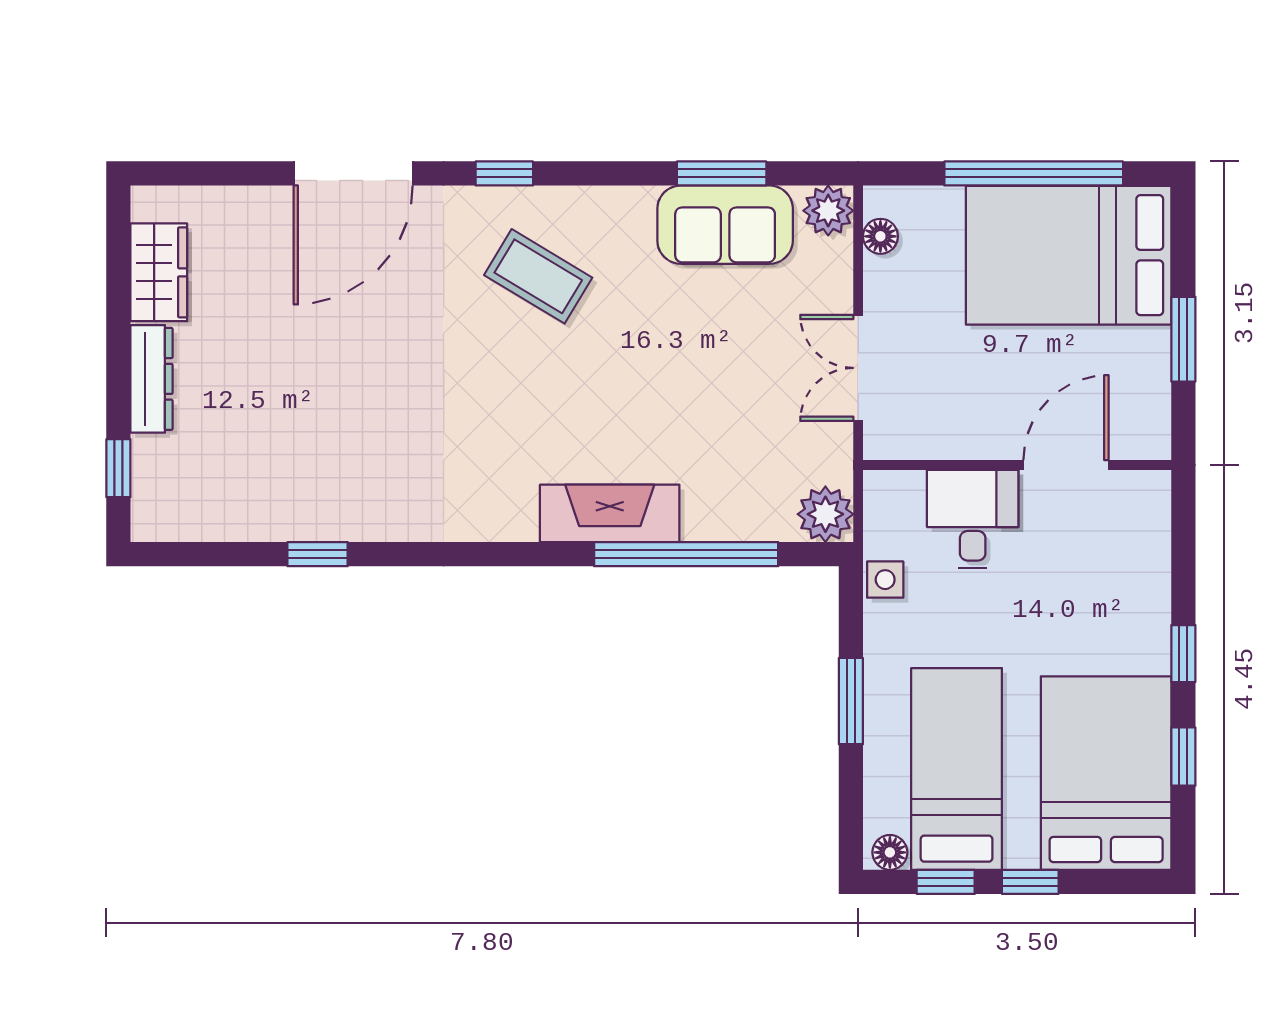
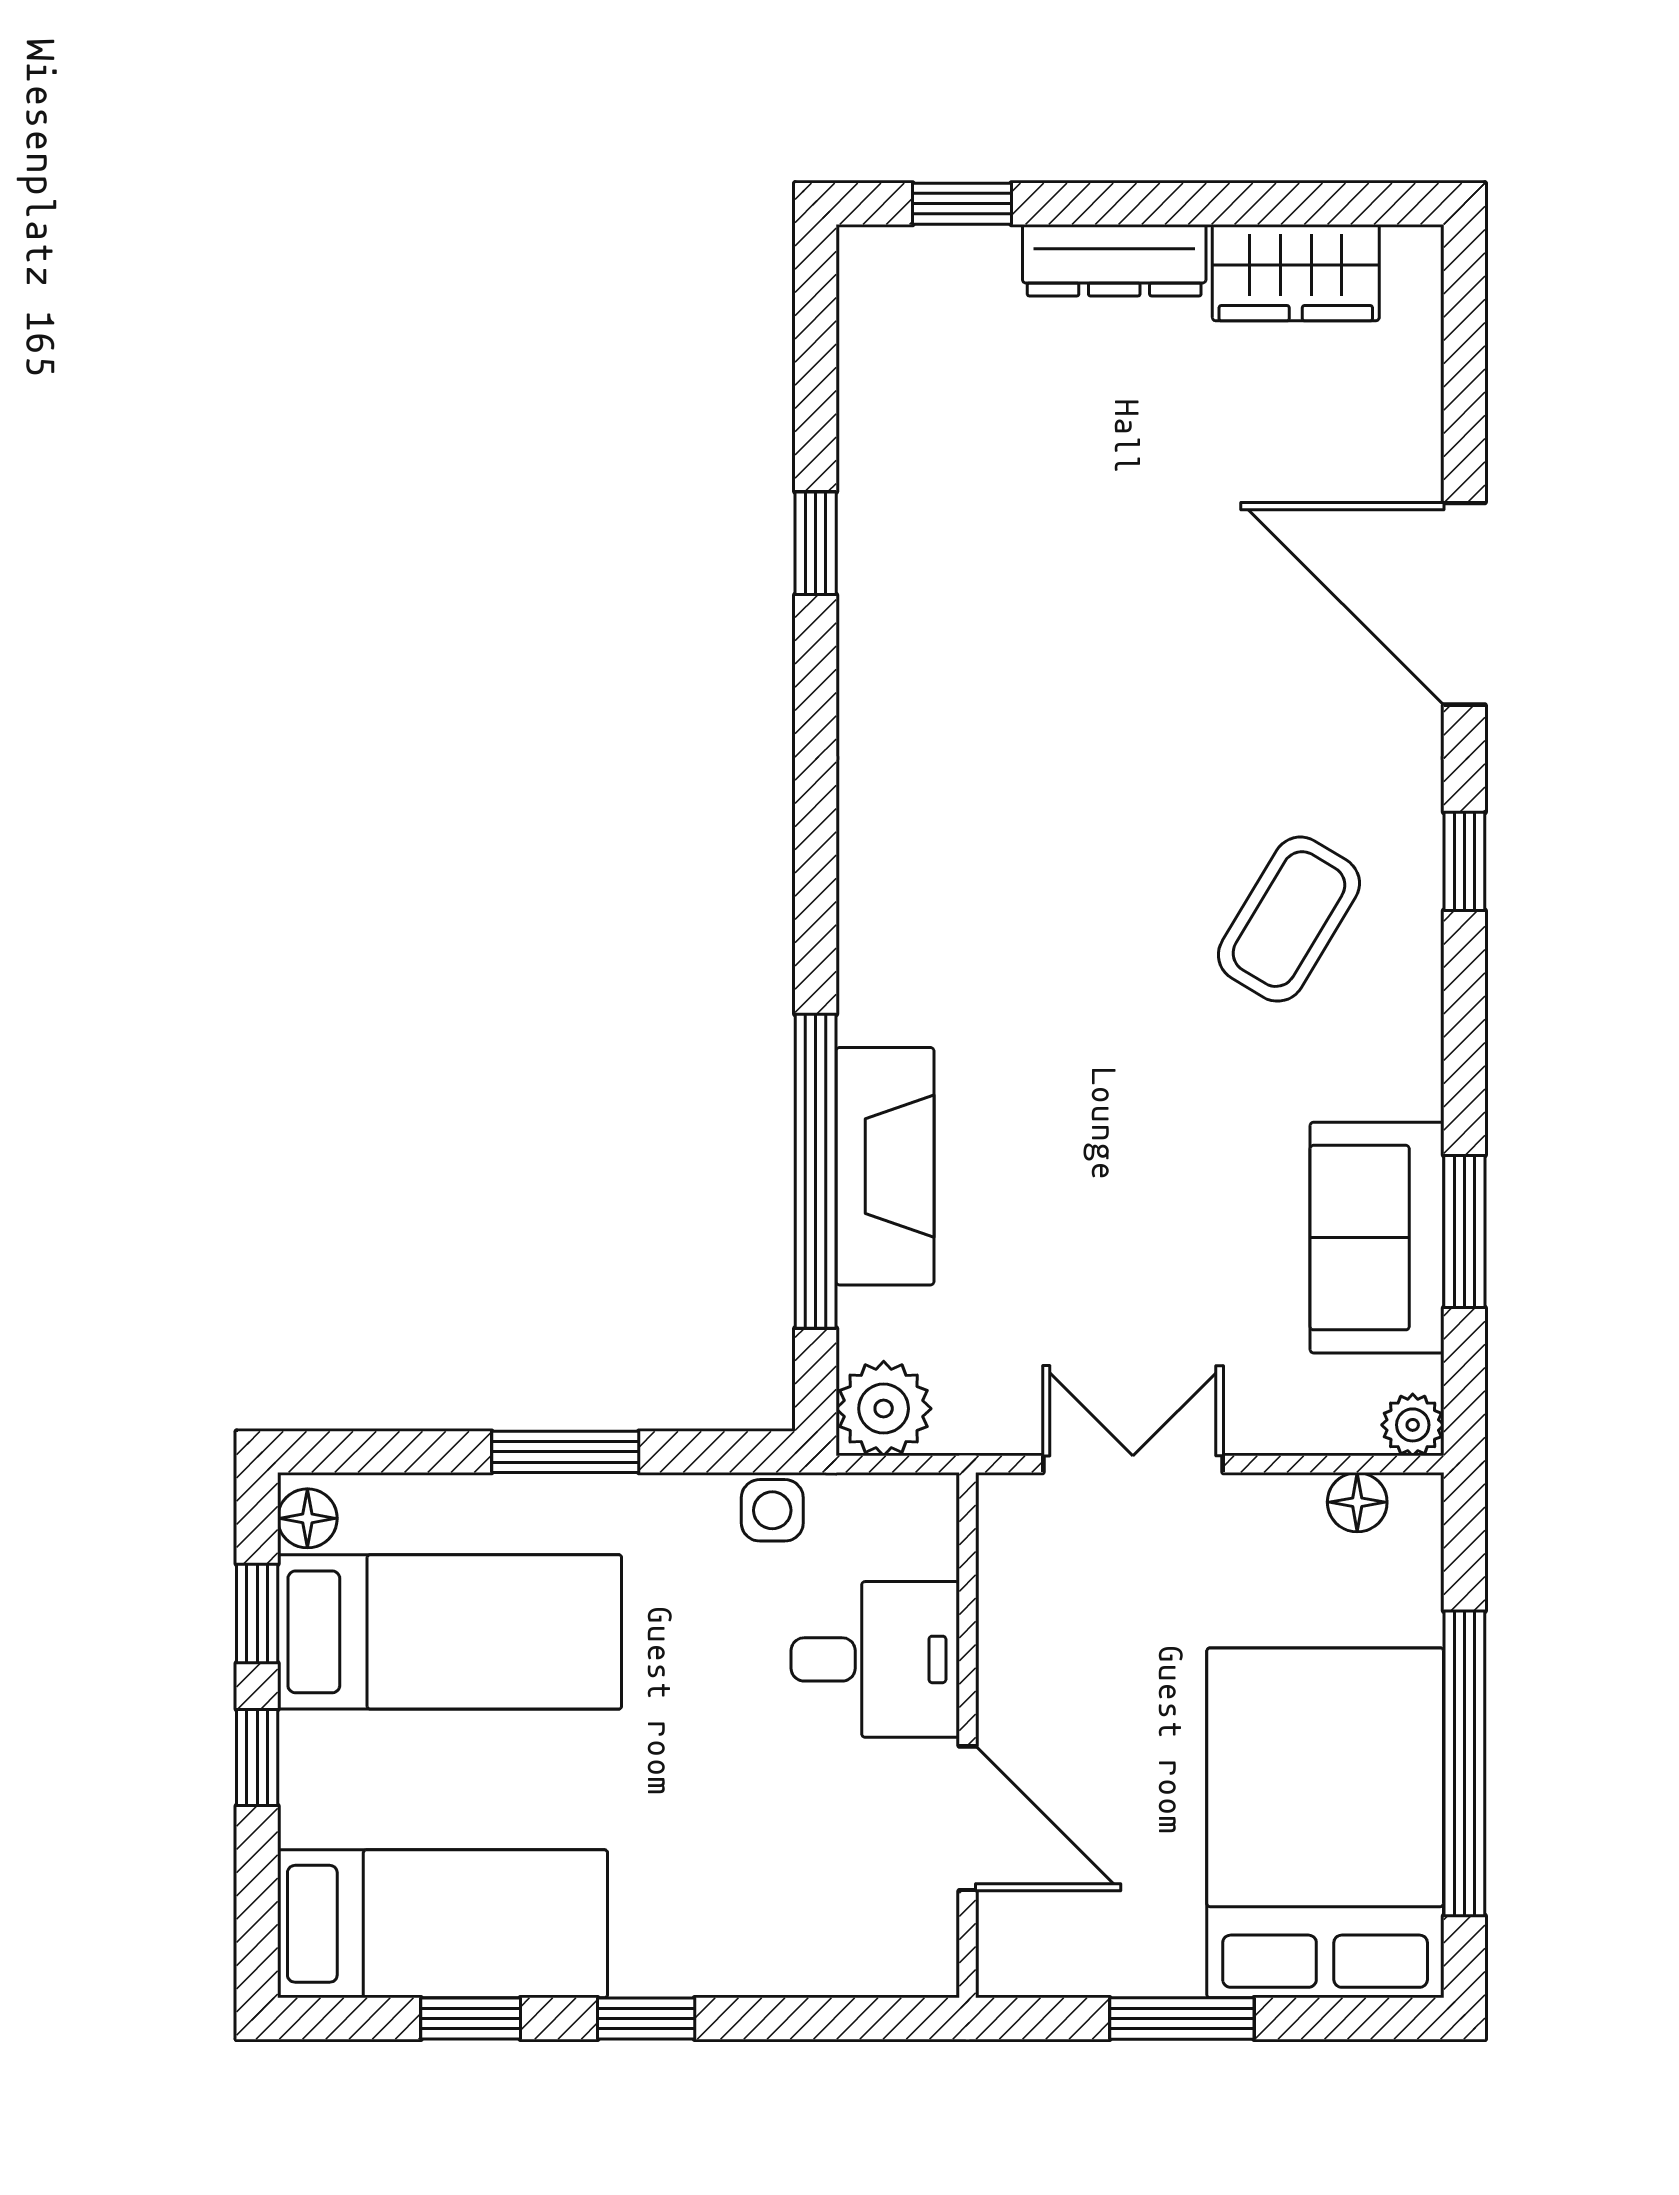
plant: (828, 211) -> (1413, 1425), width x0.73, depth x0.73
fireplace: (610, 513) -> (885, 1166), moved
bed: (1106, 773) -> (443, 1924), width x0.67

